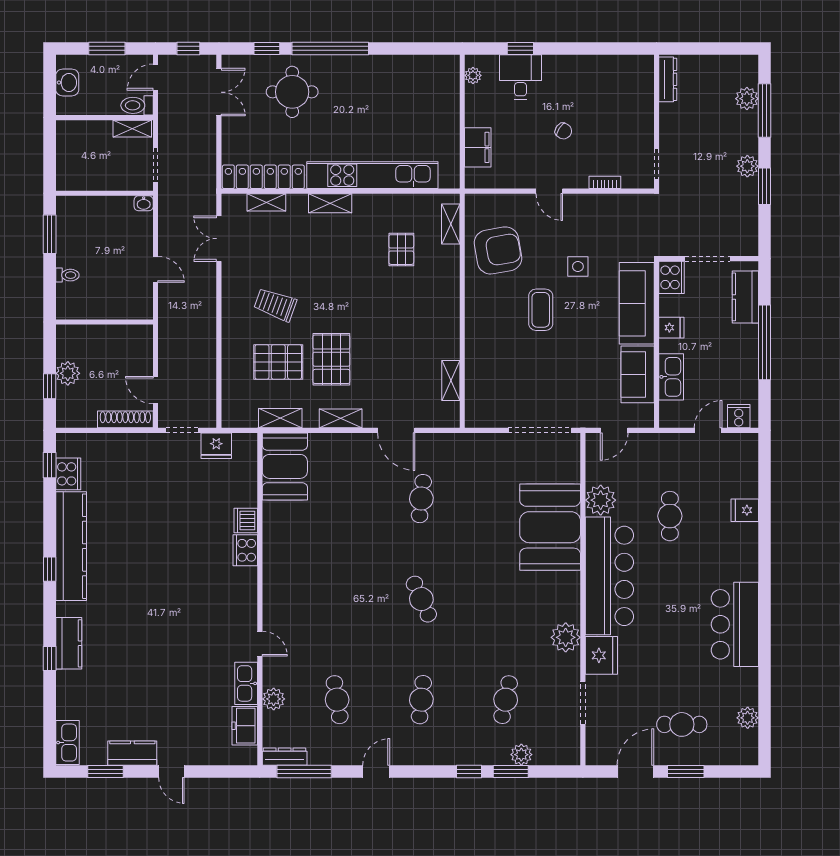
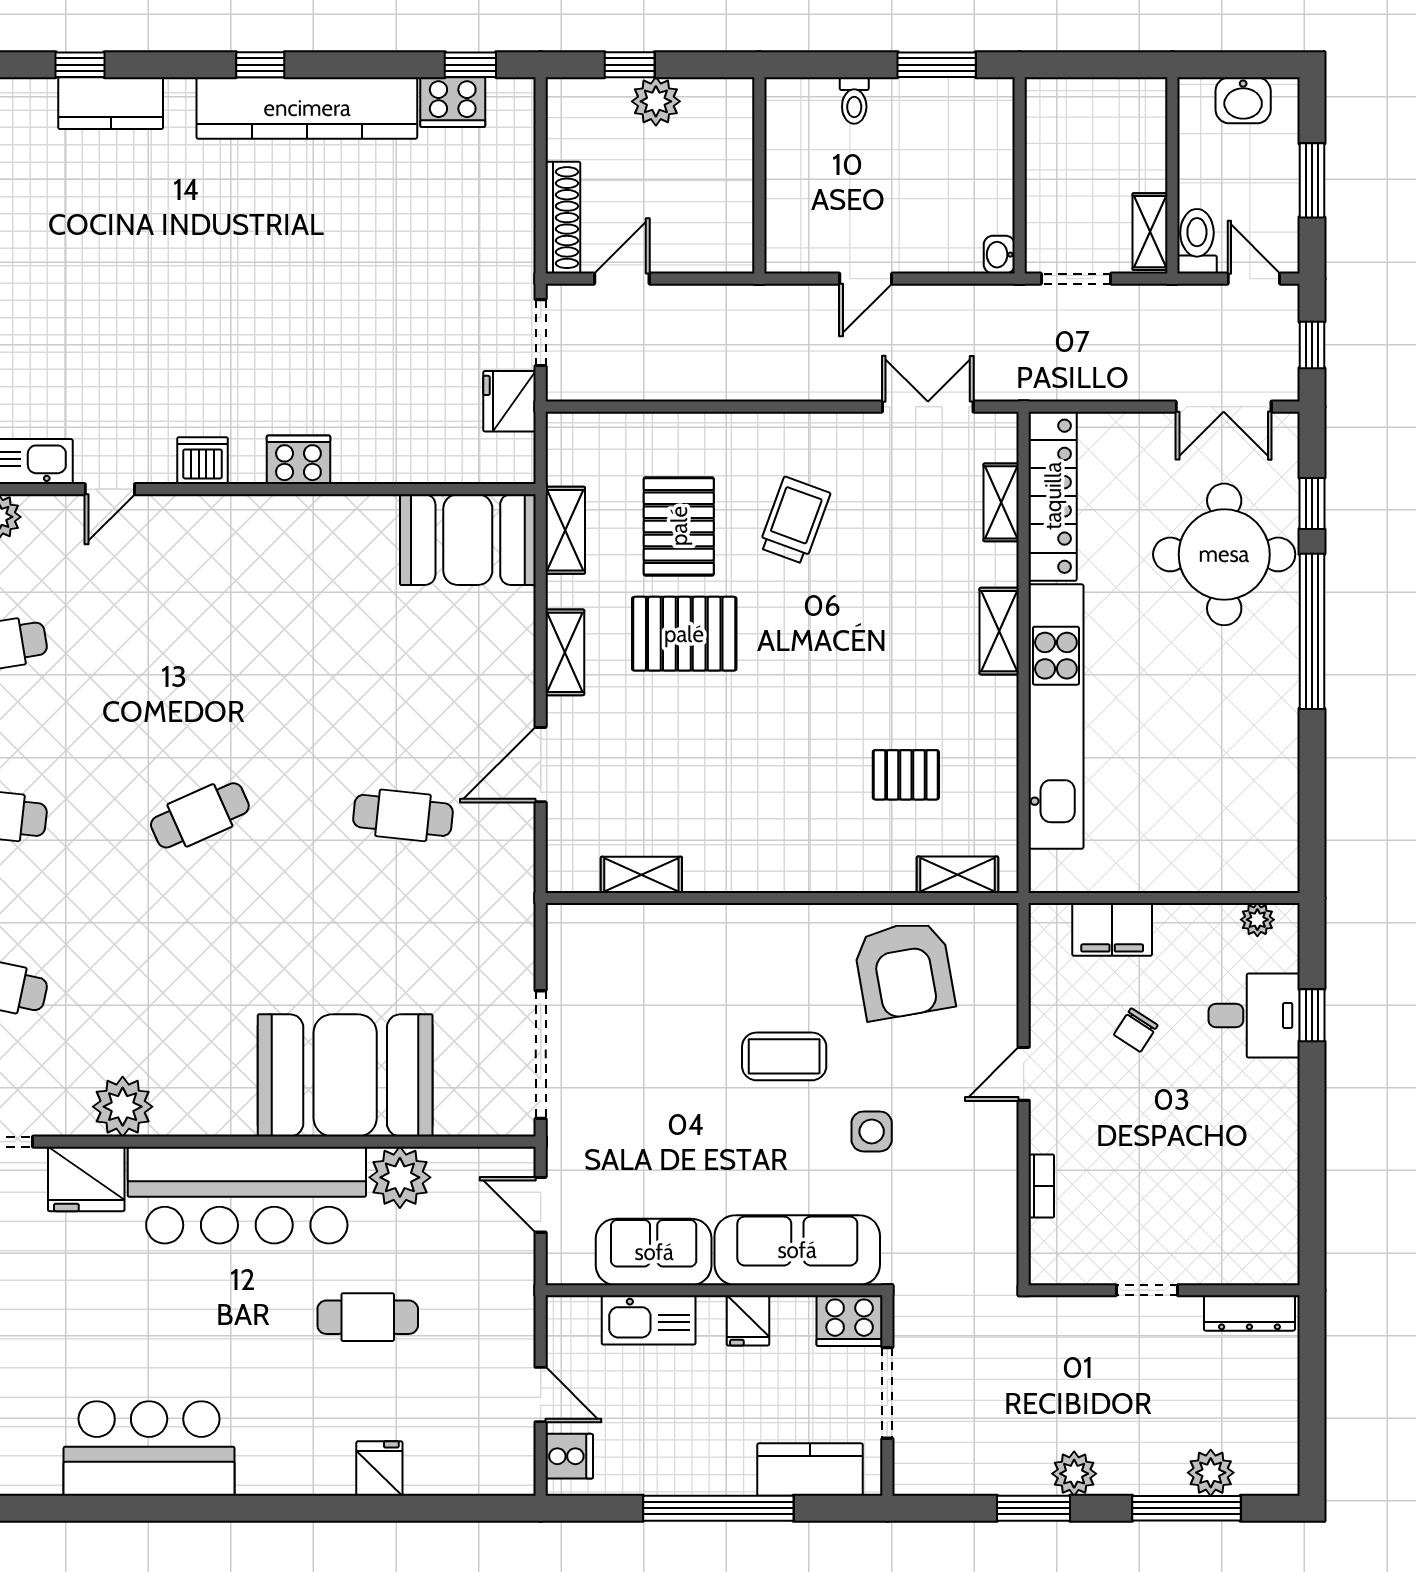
round table: (292, 92) -> (1224, 554), width x1.36, depth x1.36
chair: (563, 131) -> (1136, 1030), moved
doorway: (657, 164) -> (1147, 1290), moved
dishwasher: (246, 520) -> (203, 461), moved

